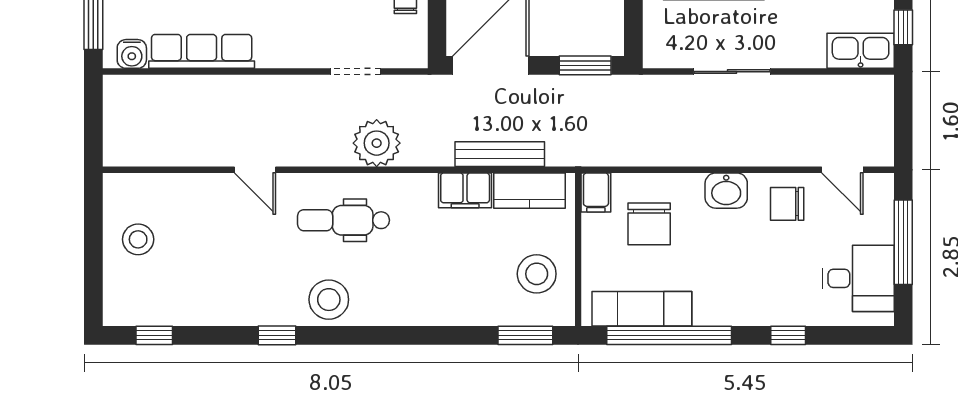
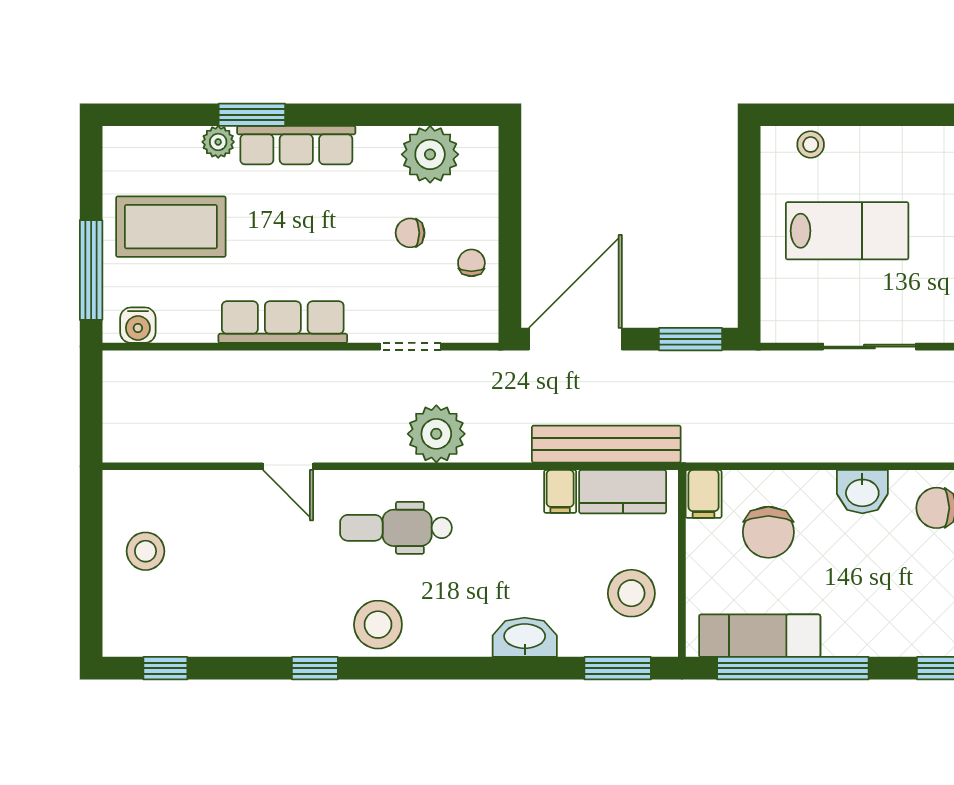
row of seats: (202, 51) -> (283, 322), moved
bench: (500, 154) -> (606, 444), width x1.37, depth x1.21
filing cabinet: (465, 190) -> (560, 491), width x0.50
washbasin: (449, 310) -> (525, 637), added

